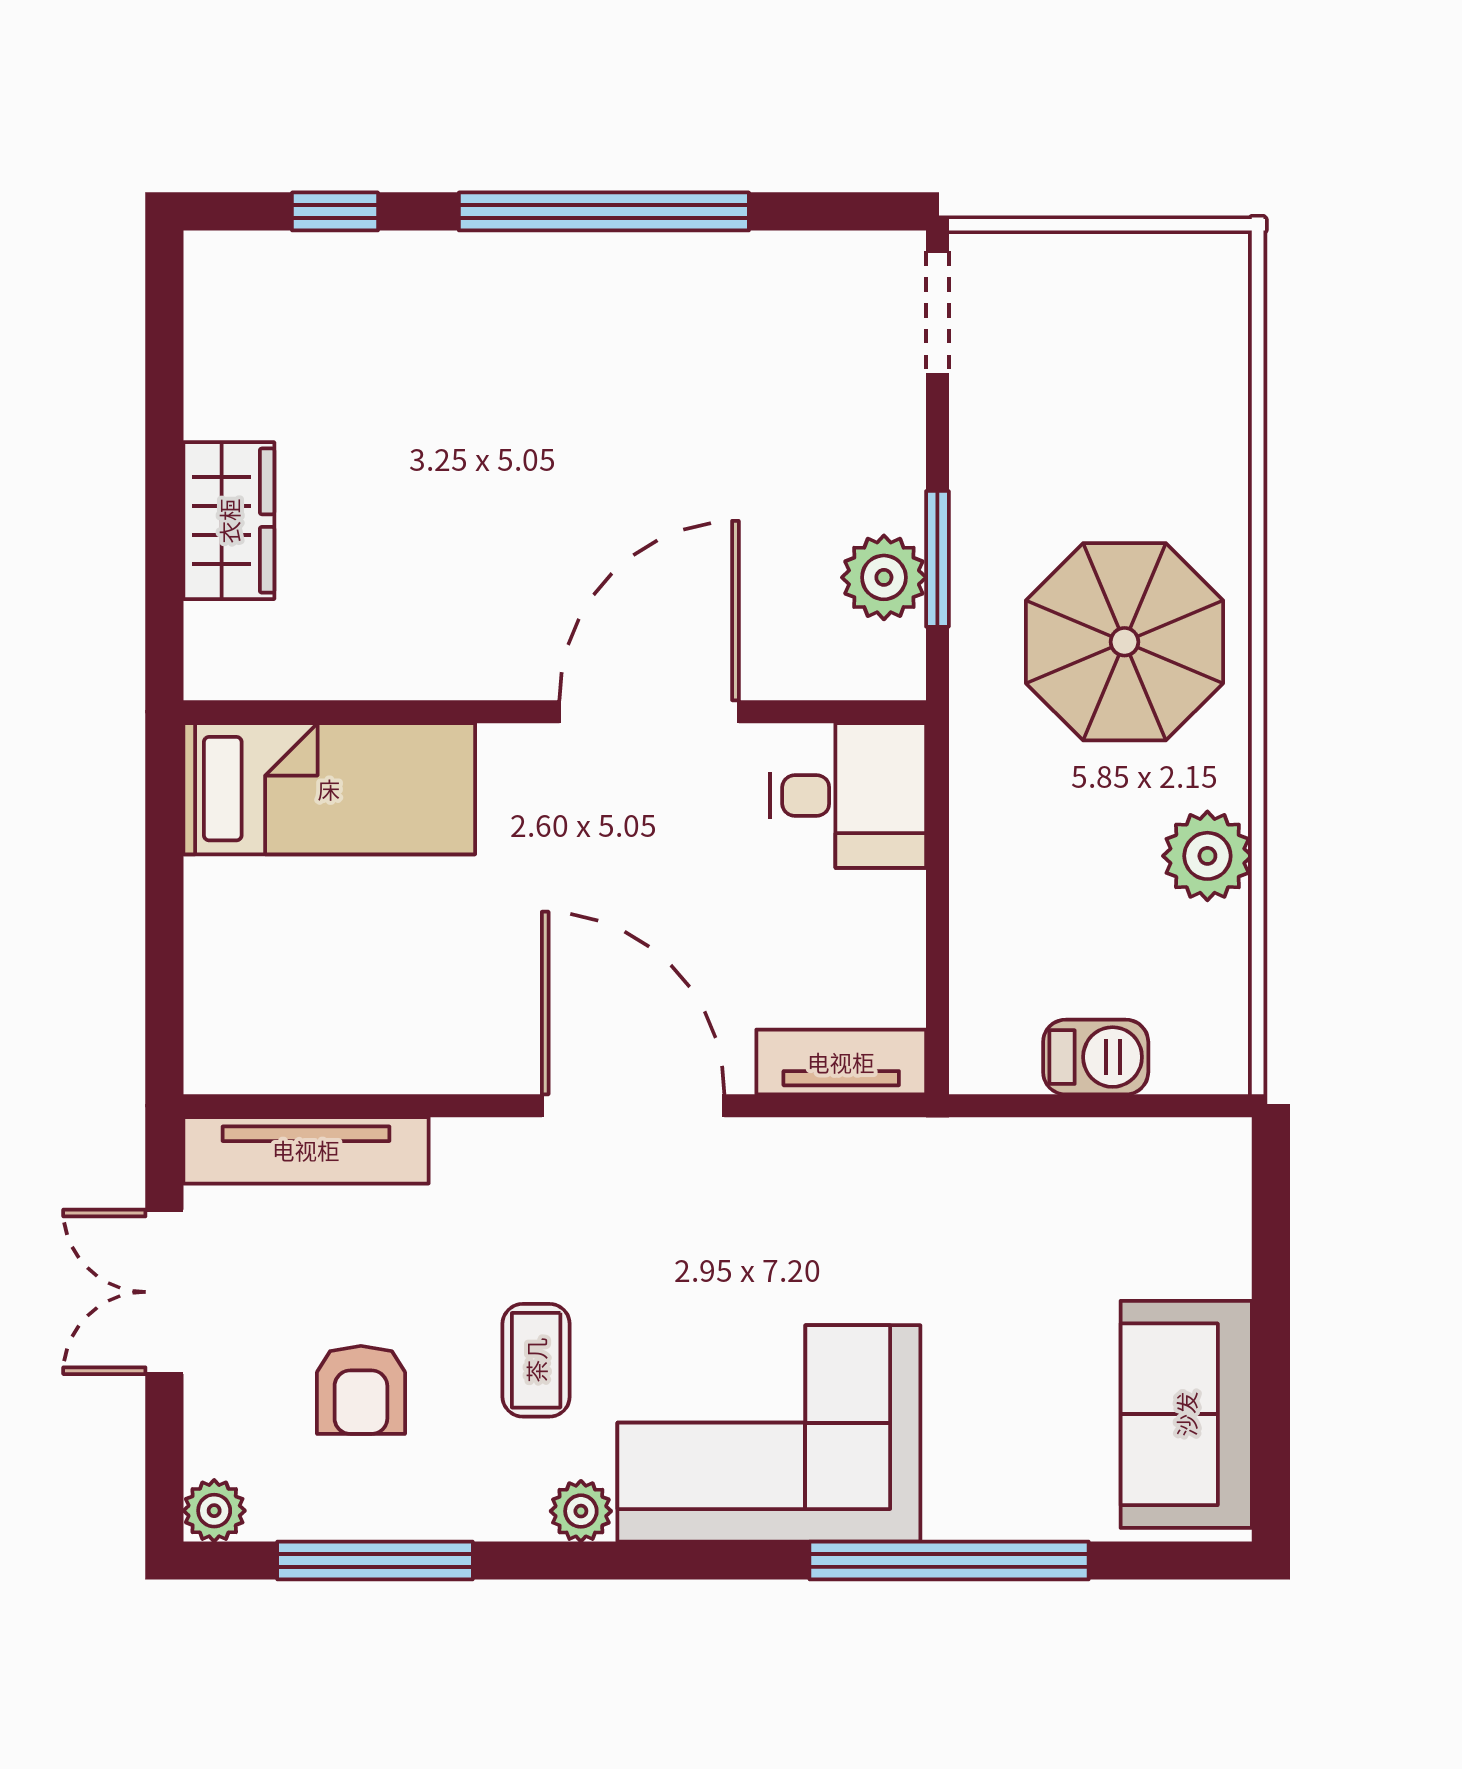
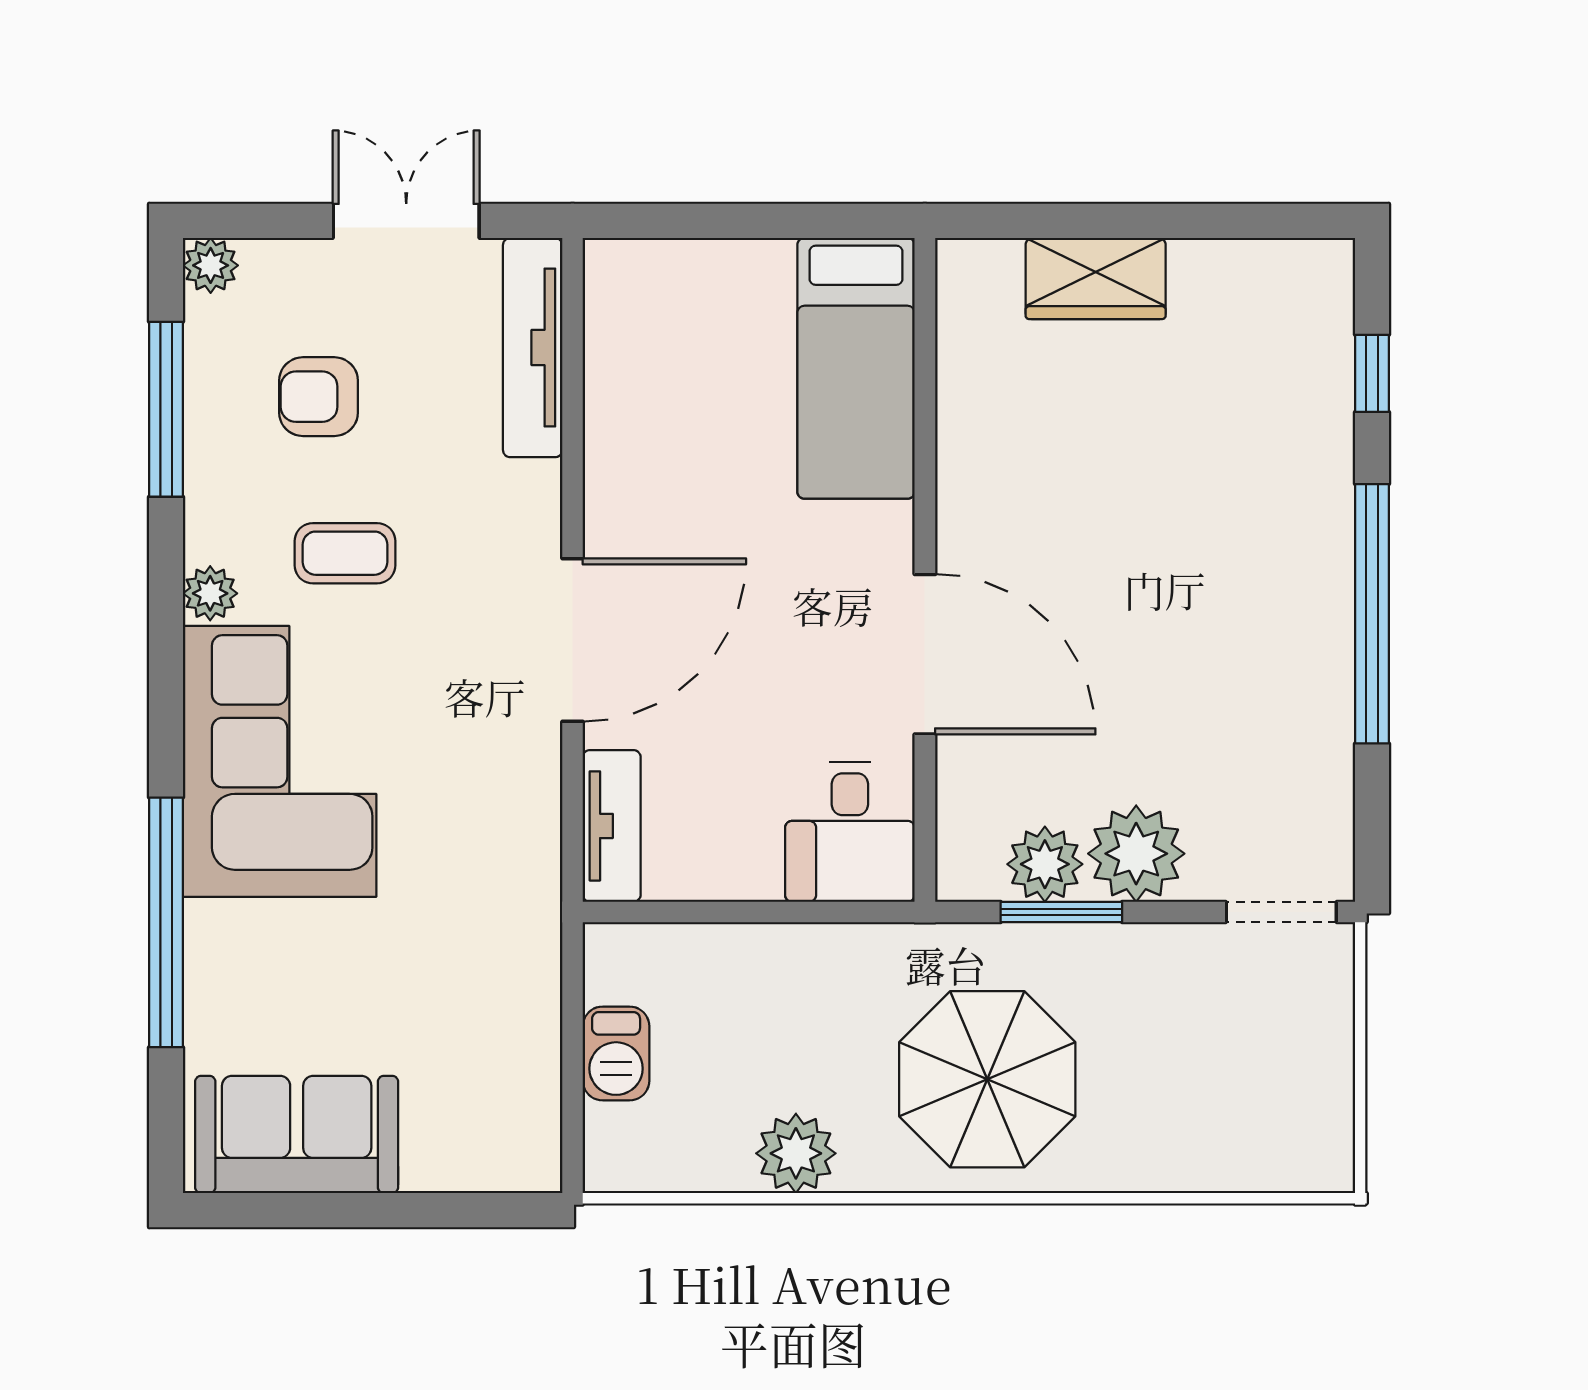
plant: (872, 475) -> (1136, 854), added

